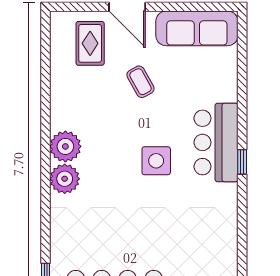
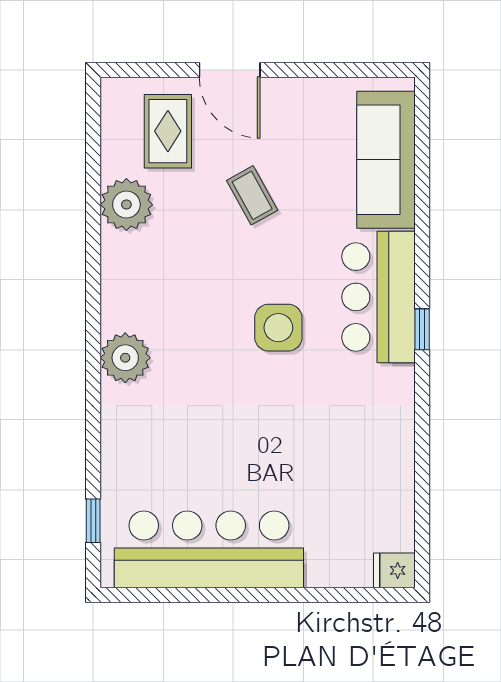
sofa: (197, 28) -> (386, 160), moved, turned 90
plant: (65, 146) -> (126, 205), moved

